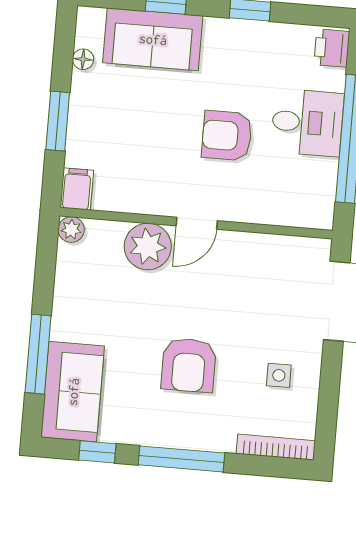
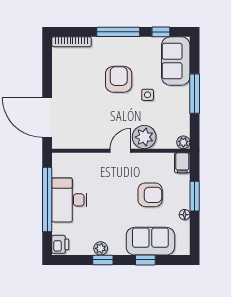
plant: (253, 33) -> (101, 248), added
floor lamp: (83, 59) -> (185, 215), moved
desk: (307, 123) -> (69, 200), width x1.37
armchair: (227, 136) -> (150, 195), moved
window: (38, 354) -> (195, 94), moved
side table: (279, 375) -> (148, 95), moved

